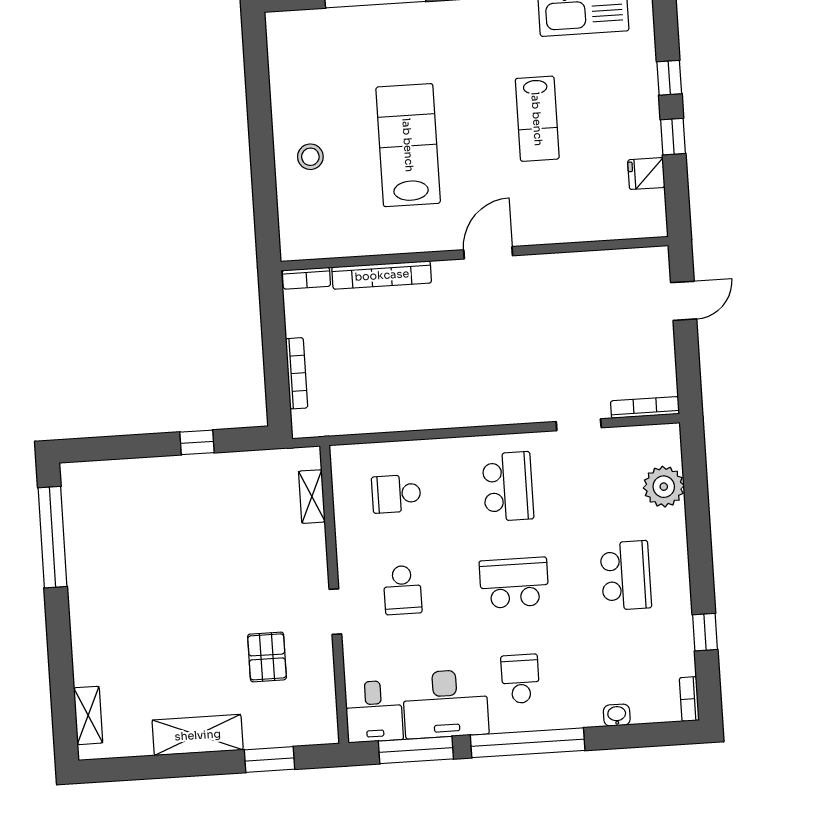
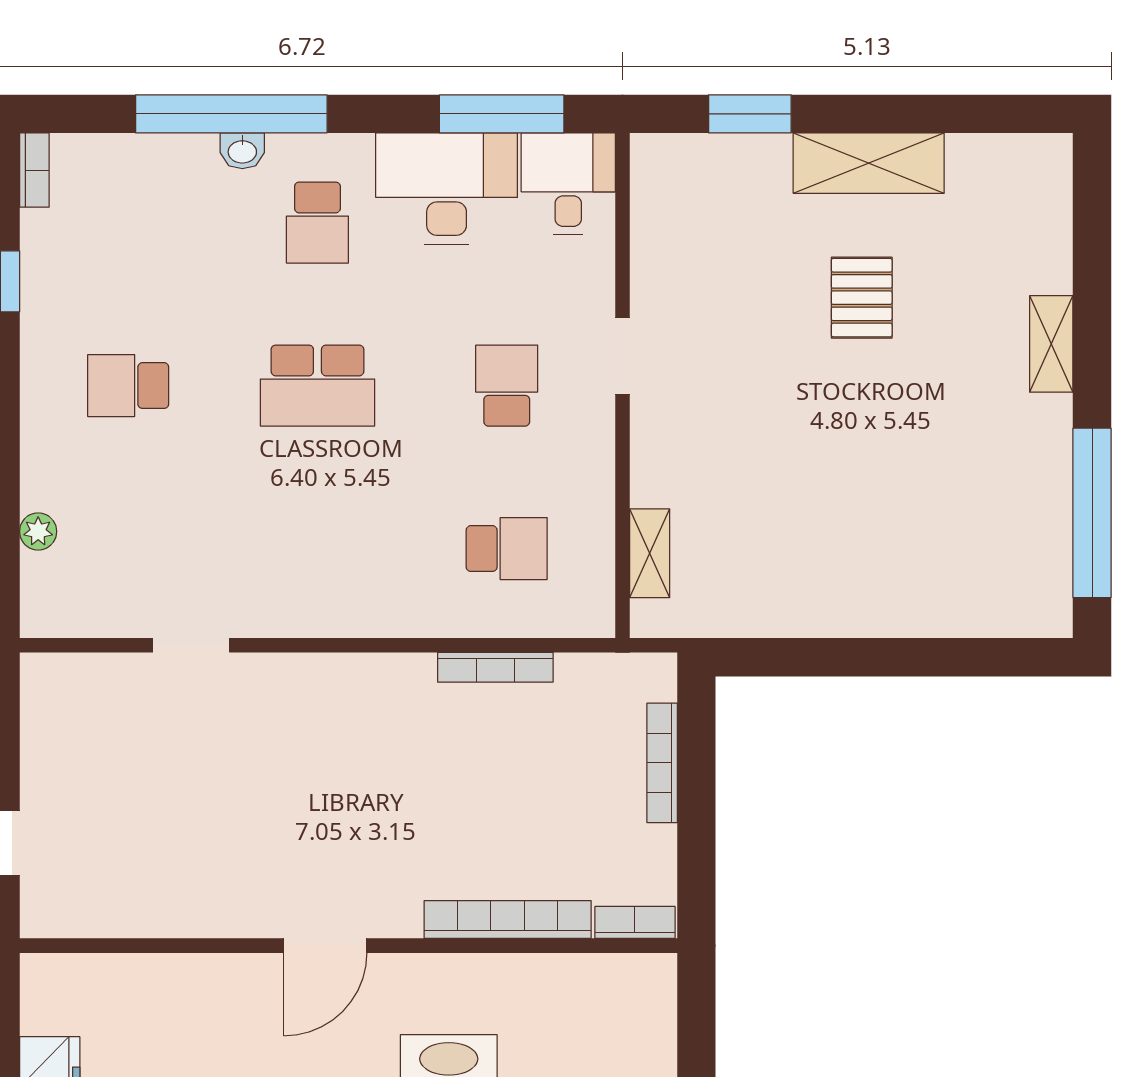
bookcase: (645, 407) -> (495, 667), moved
window: (197, 442) -> (838, 657), removed
school desk: (508, 487) -> (317, 549), removed
plant: (664, 487) -> (38, 531), width x0.53, depth x0.53
school desk: (626, 575) -> (128, 386), width x0.54
pallet: (267, 657) -> (862, 298), moved
shelving: (88, 715) -> (1051, 344), moved
washbasin: (617, 715) -> (242, 151), moved
window: (528, 743) -> (231, 114), moved

